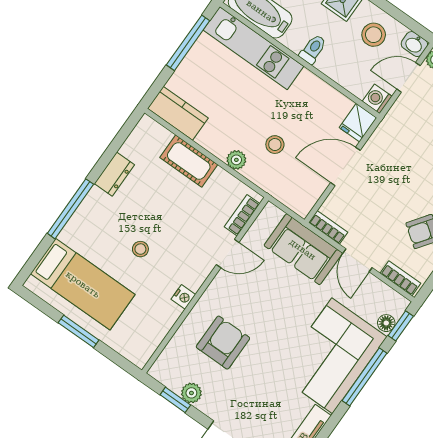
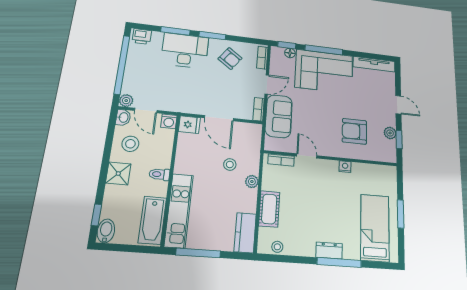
dresser: (114, 174) -> (329, 250), moved
stool: (140, 249) -> (277, 247), moved

